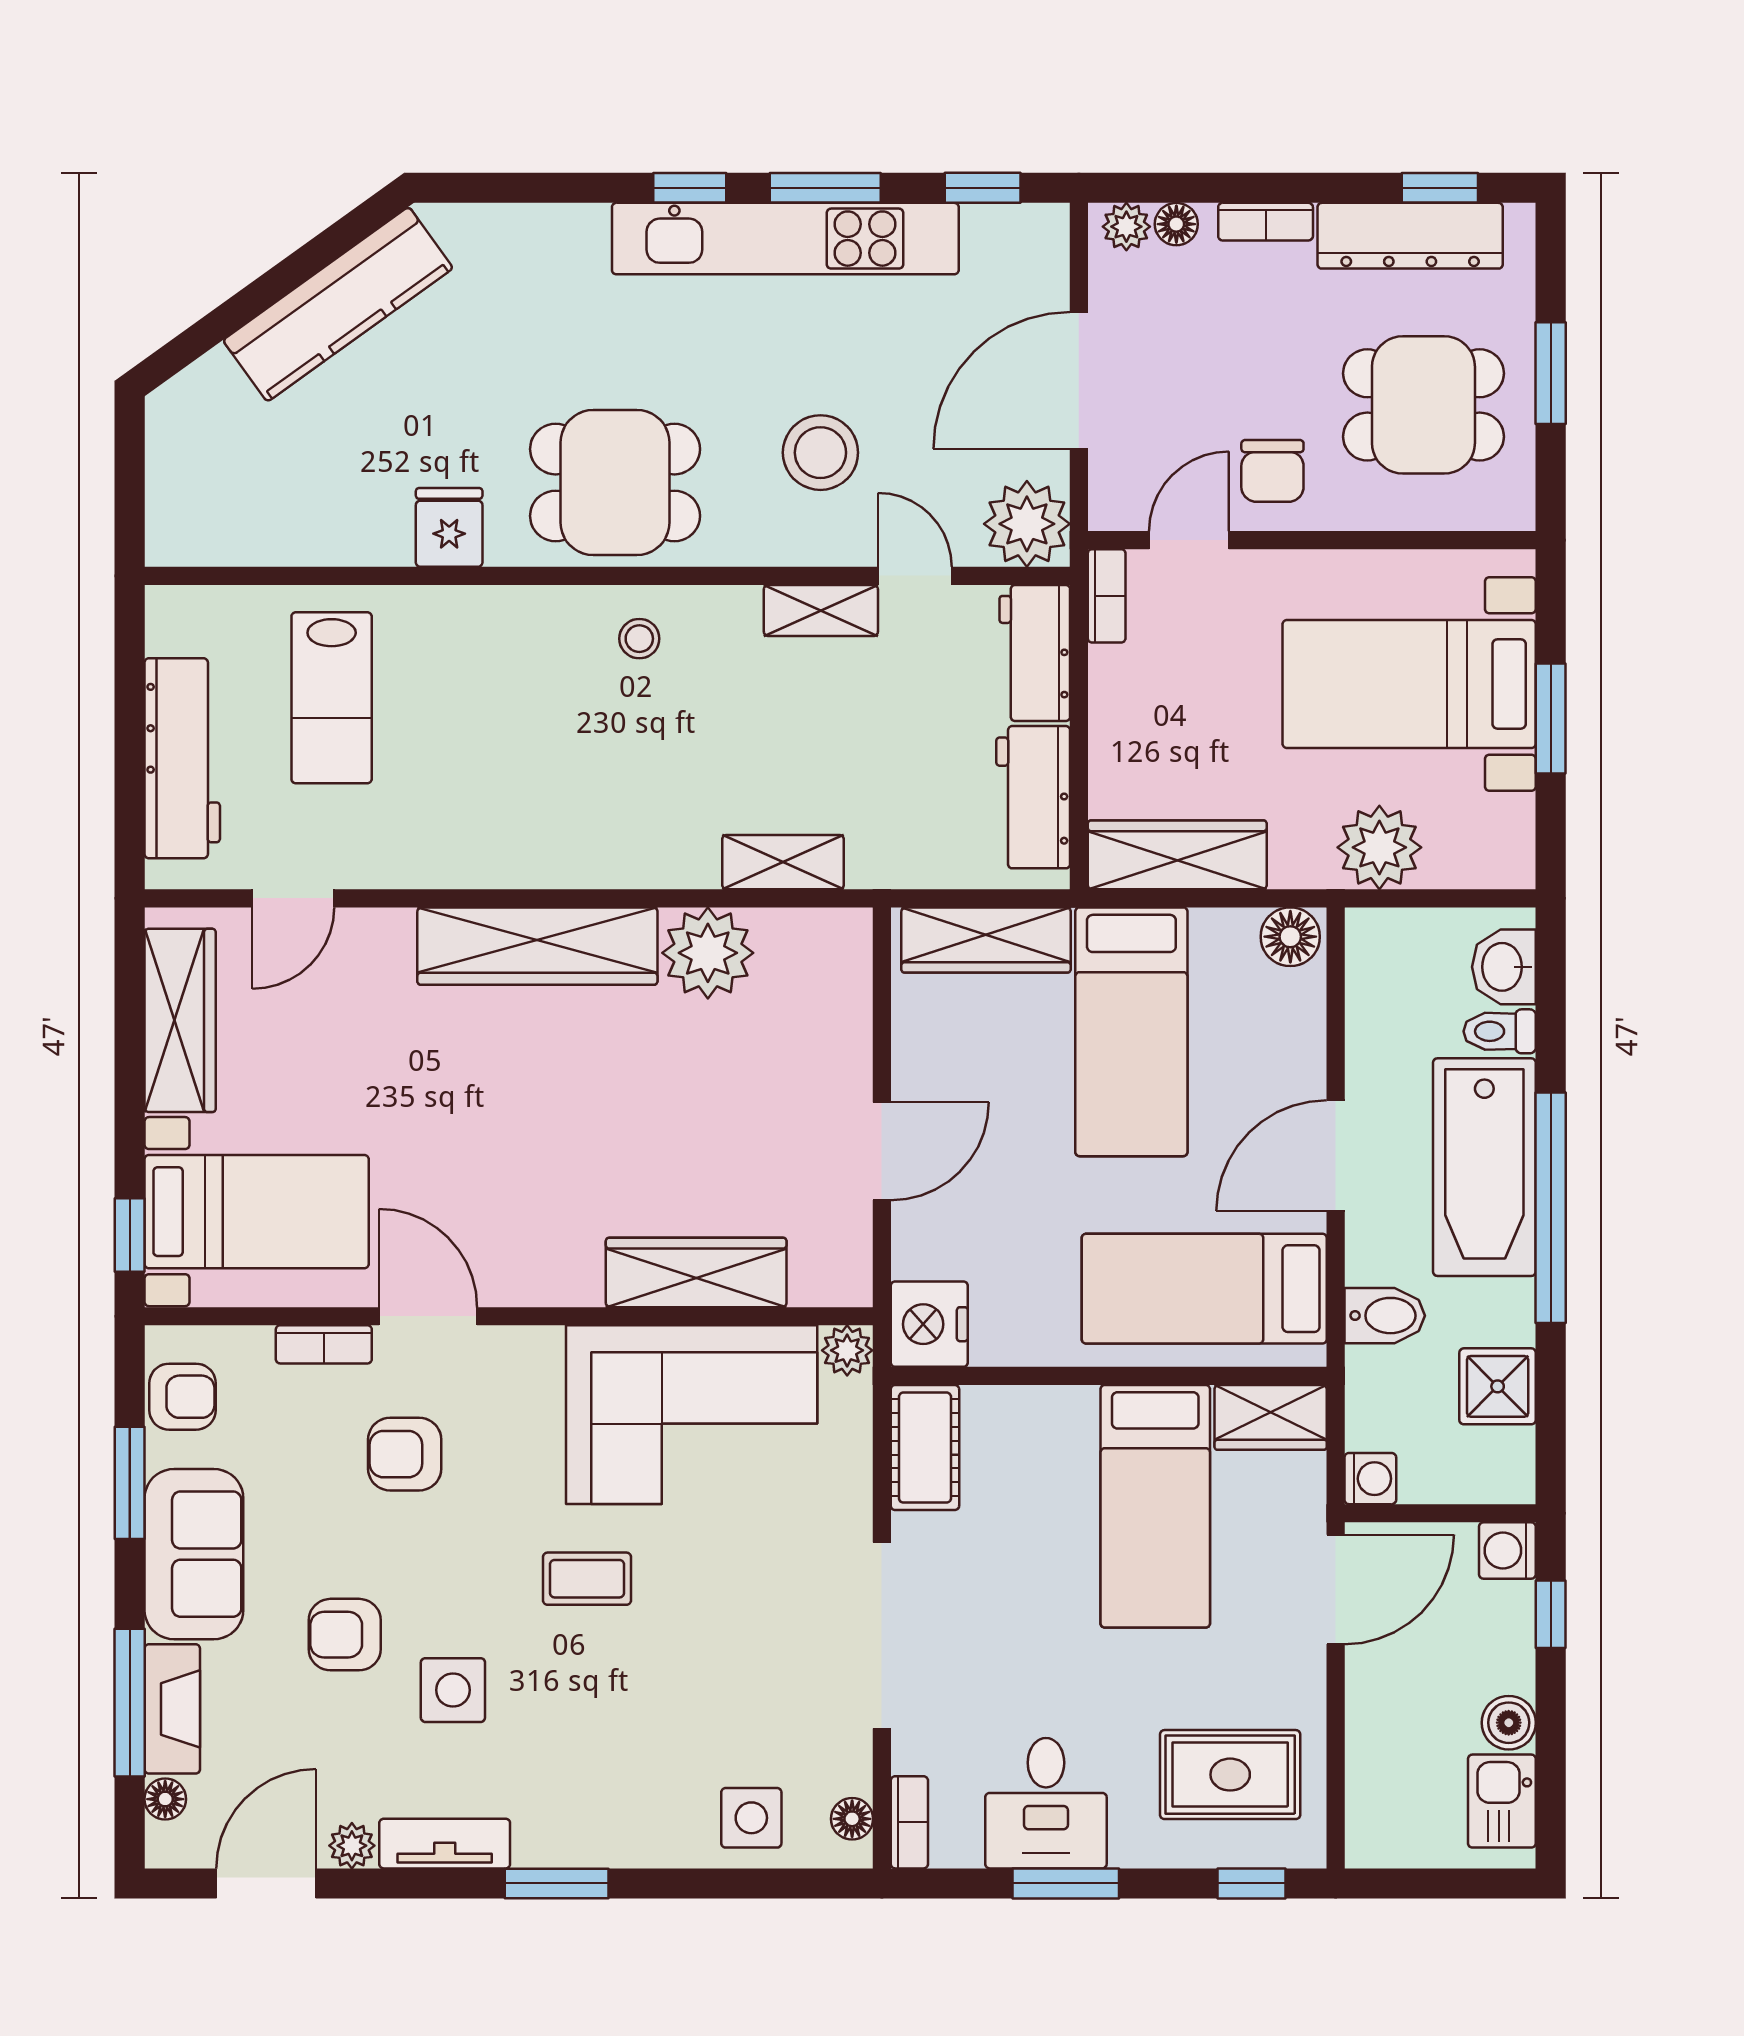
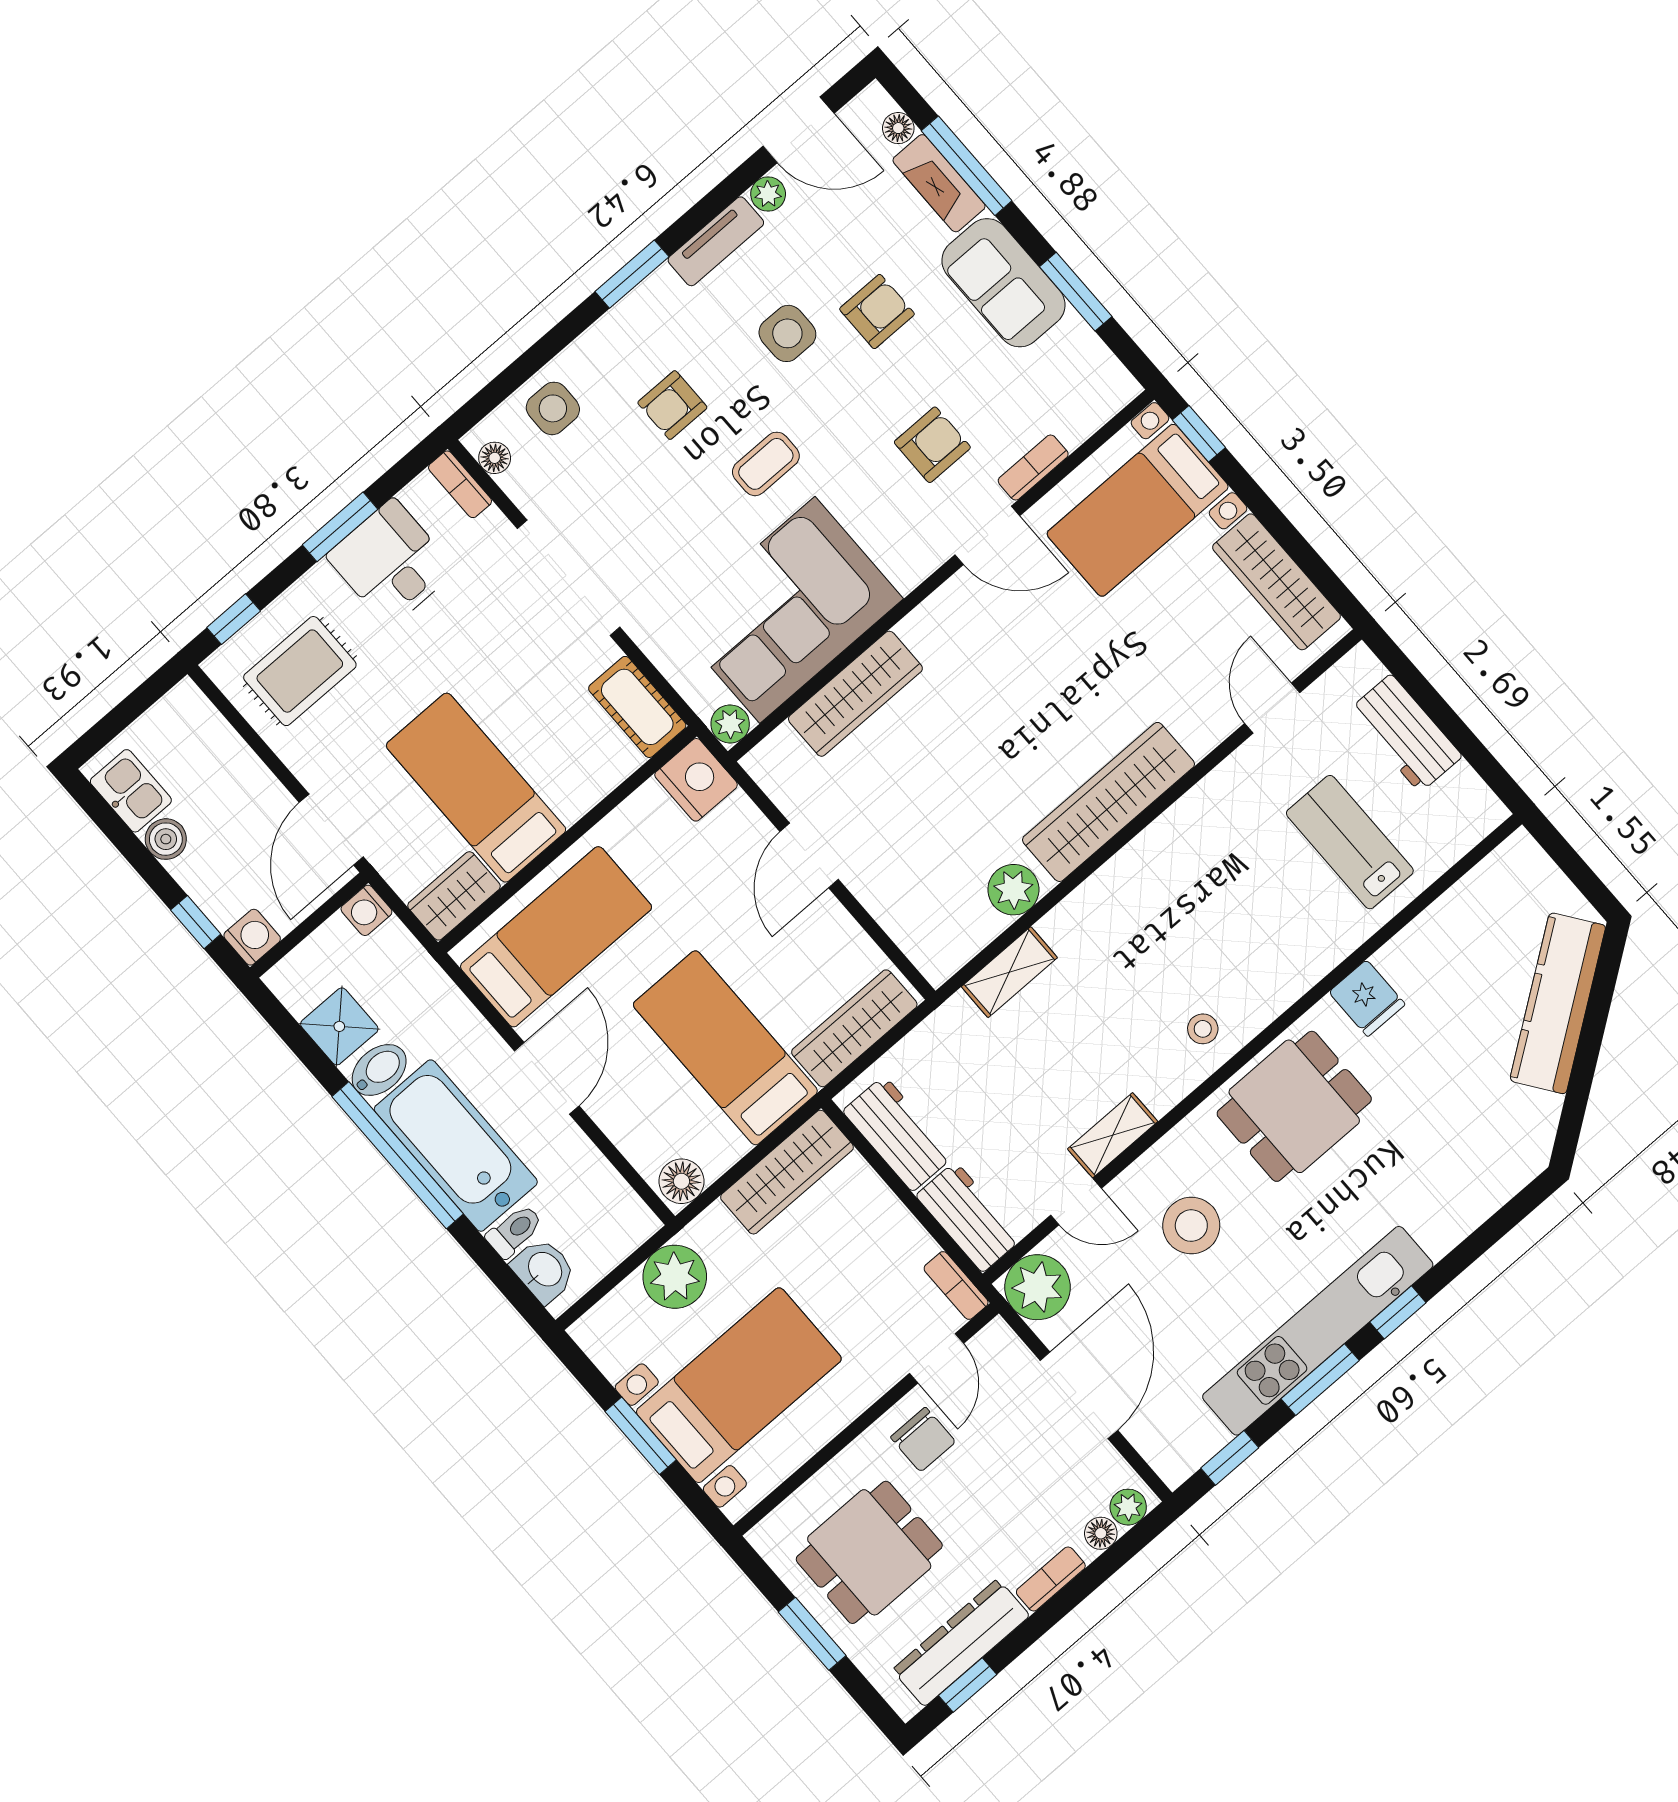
kitchen counter: (338, 304) -> (1558, 1003), moved
chair: (1272, 471) -> (923, 1439), turned 180
workbench: (182, 758) -> (1405, 733), width x0.73
plant: (708, 953) -> (1013, 890), width x0.73, depth x0.73
bidet: (1385, 1316) -> (379, 1070), moved, turned 180
armchair: (183, 1397) -> (672, 405), moved
door: (266, 1883) -> (798, 130), hinge flipped

